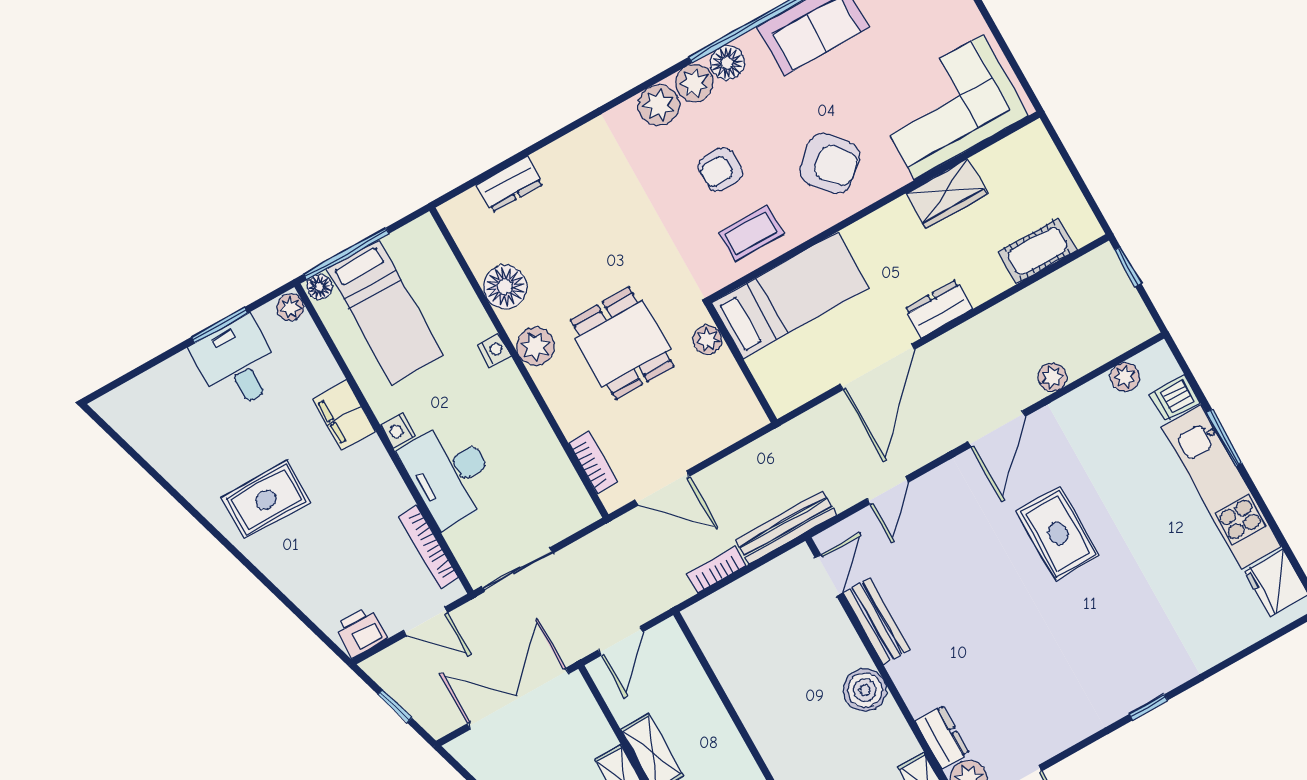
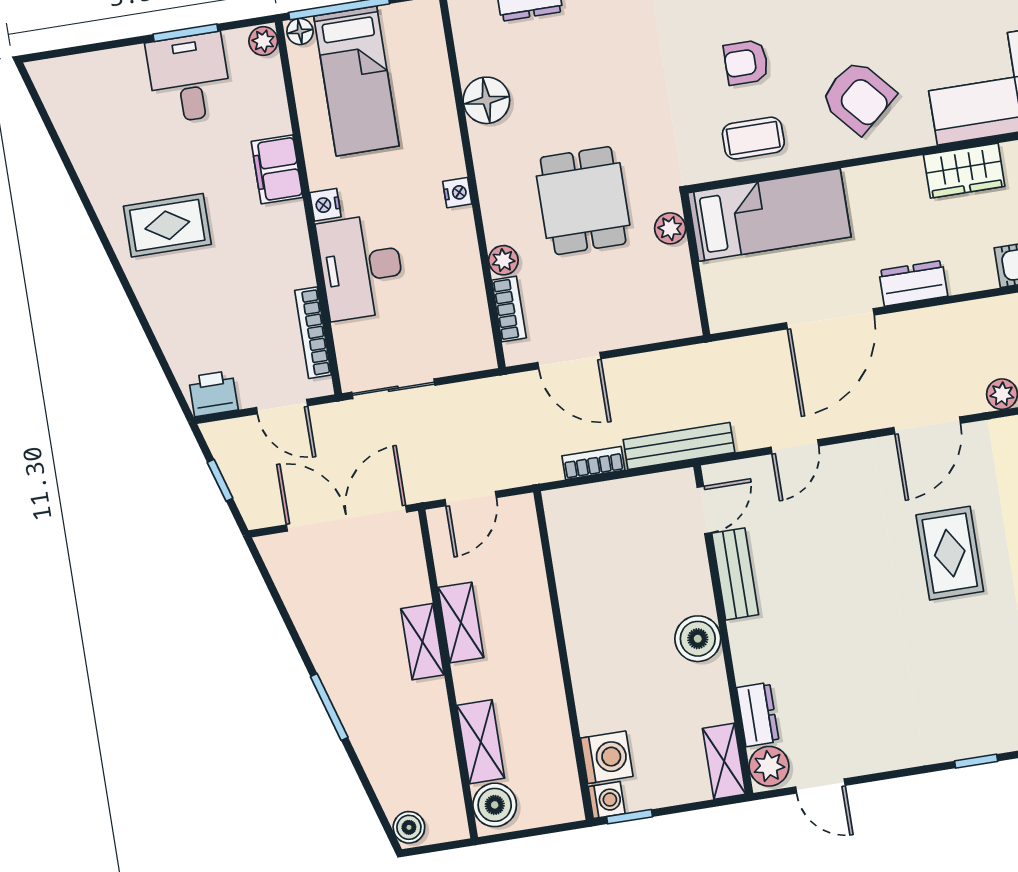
plant: (535, 346) -> (503, 260), moved, width x0.73, depth x0.73
nightstand: (494, 350) -> (457, 193), moved

